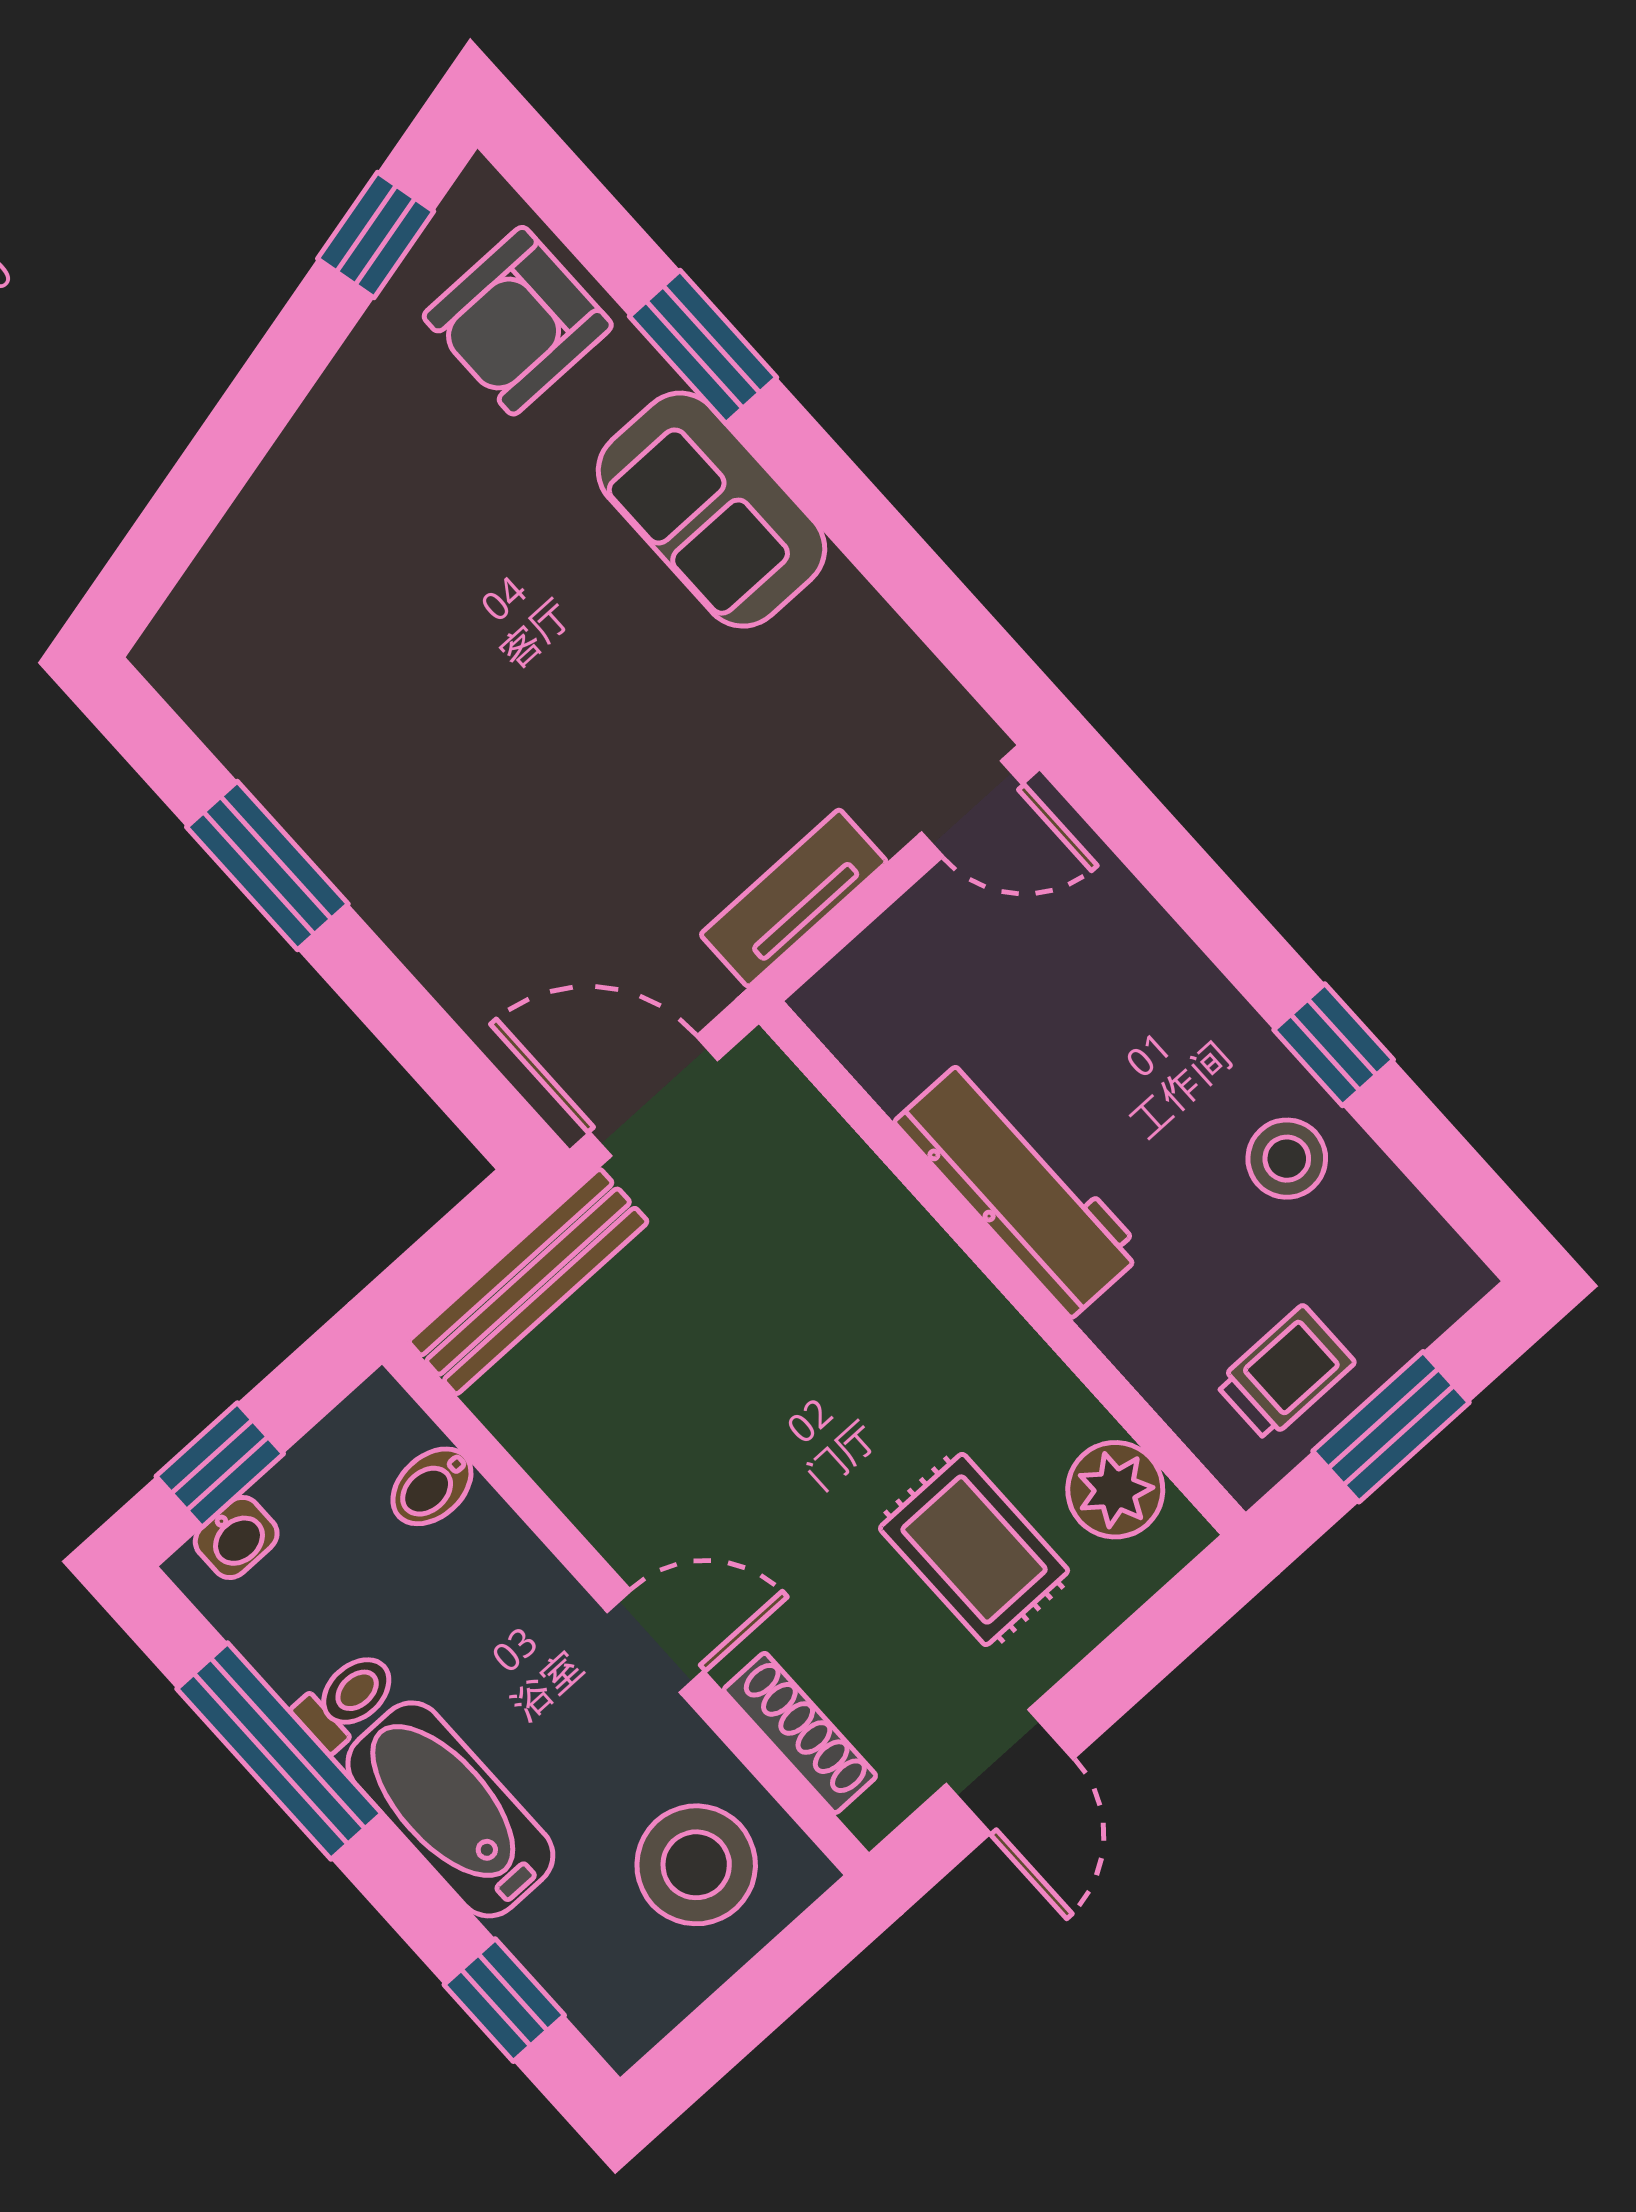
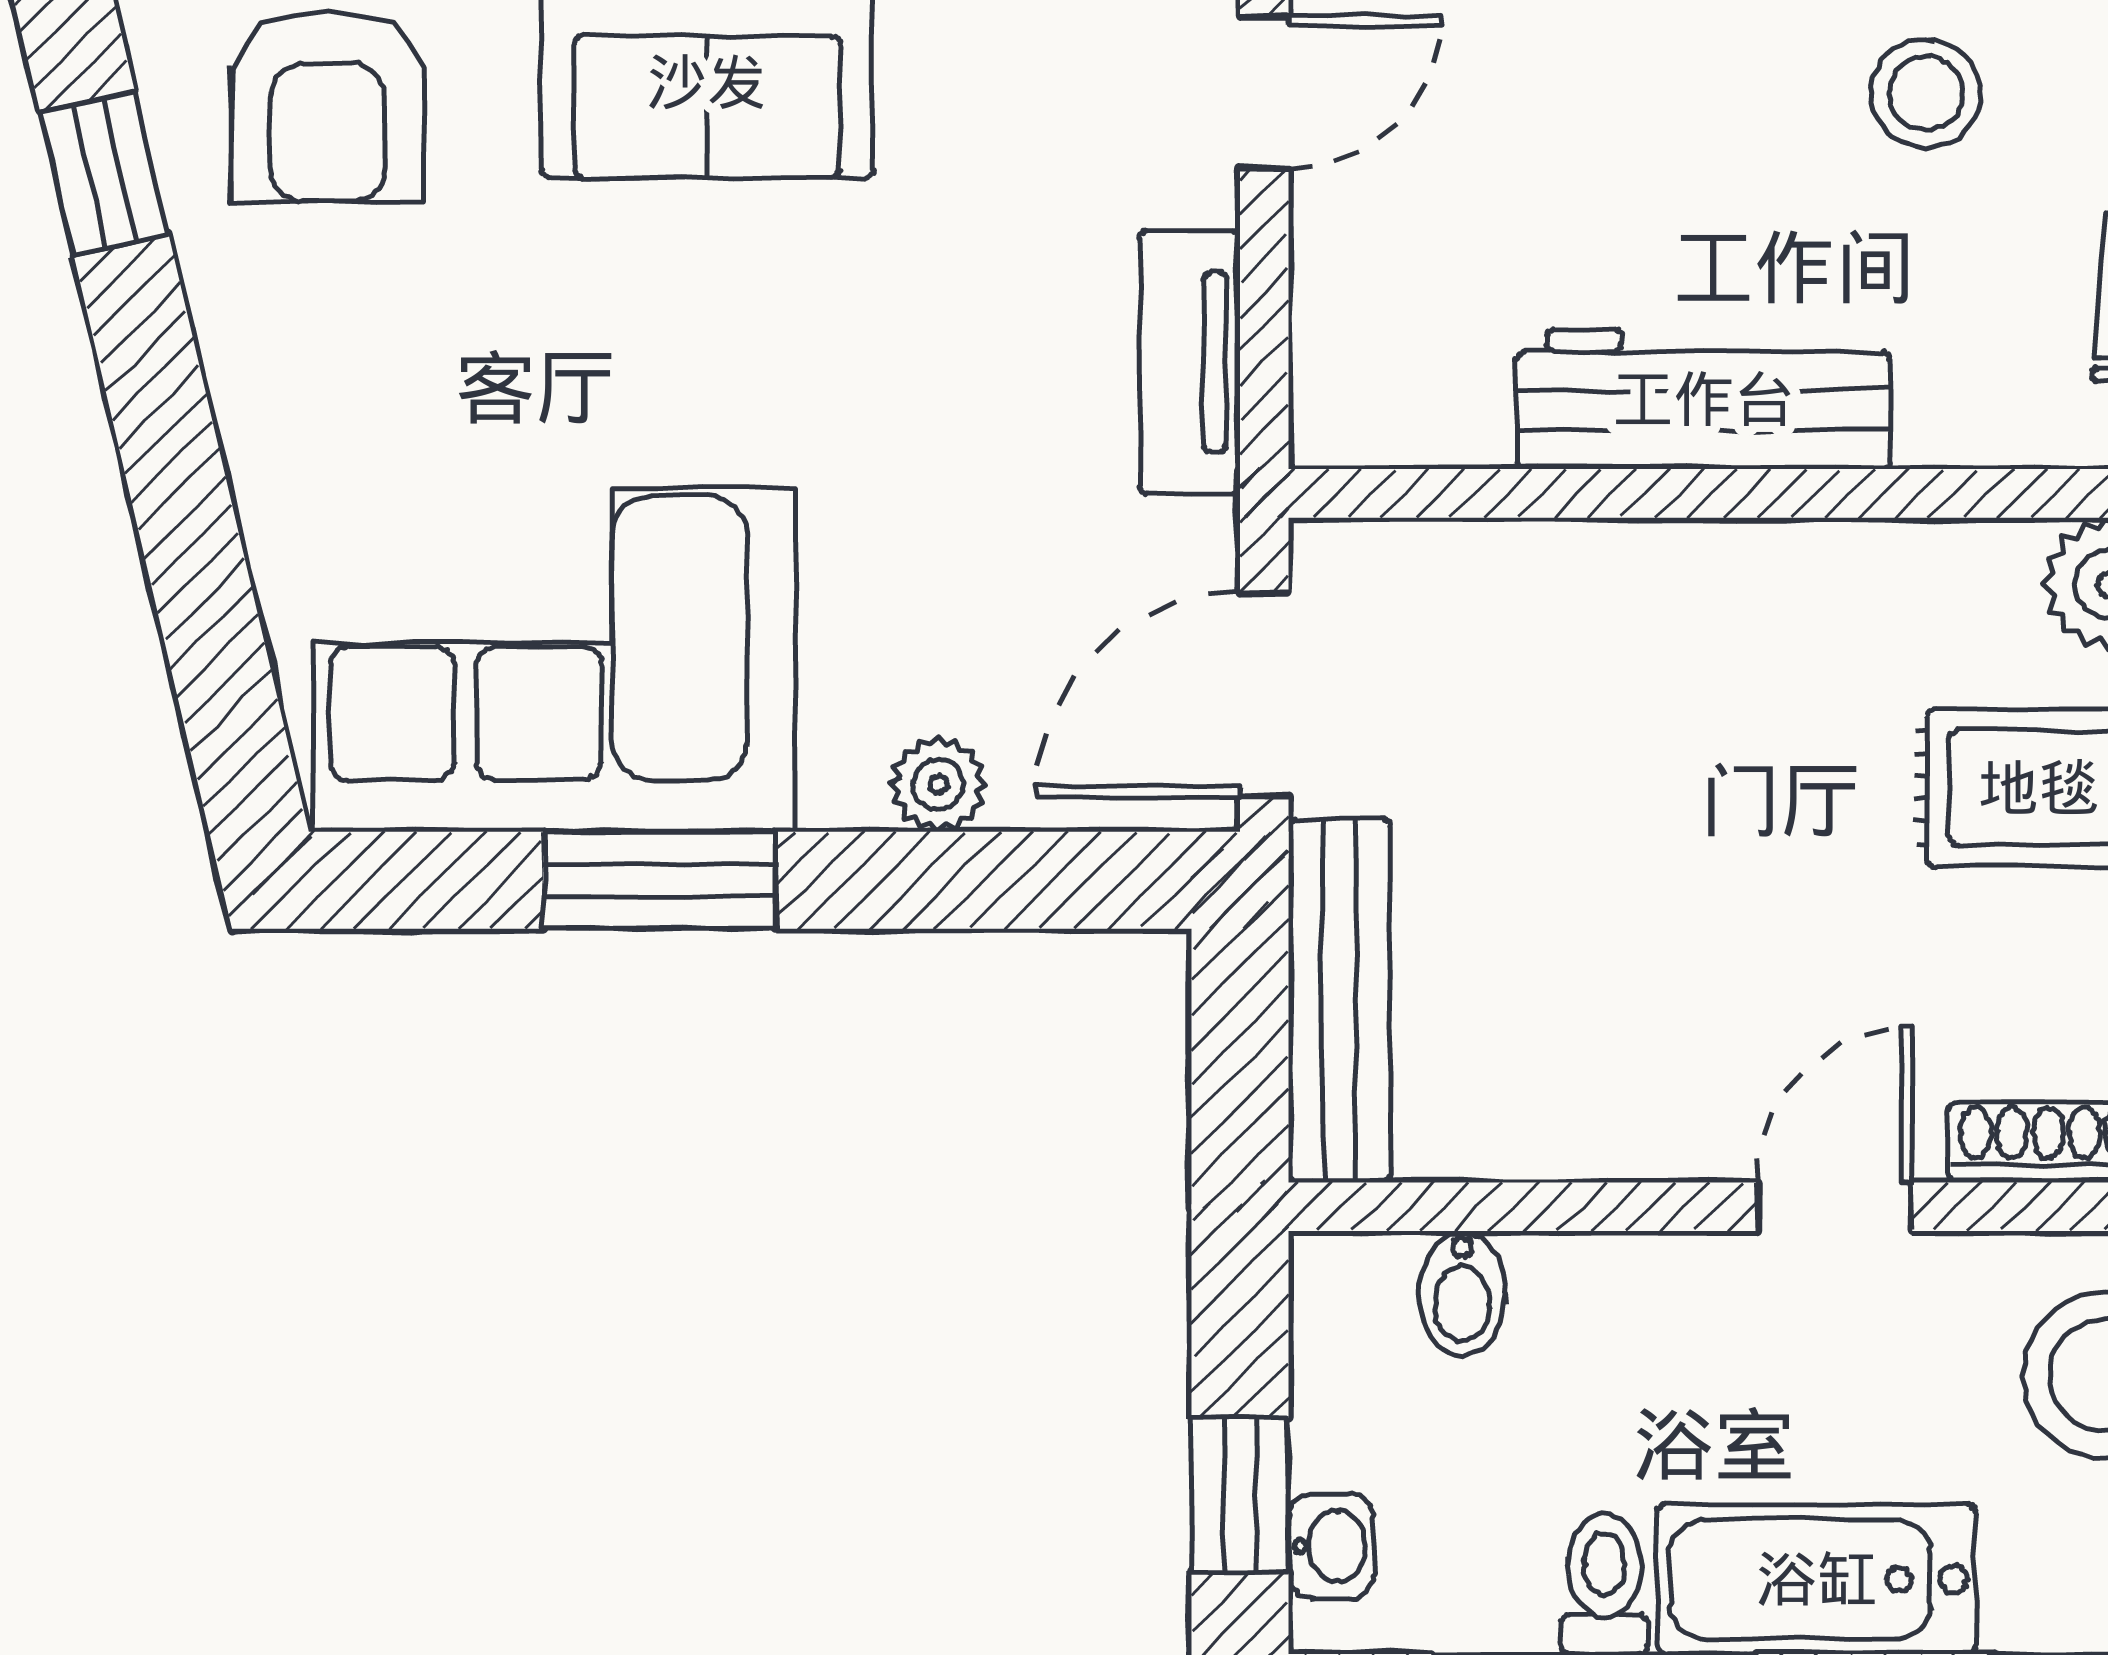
corner sofa: (334, 705) -> (555, 660), added
plant: (451, 967) -> (938, 784), added

